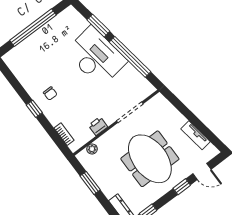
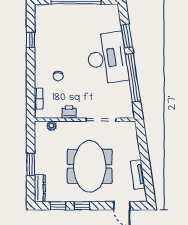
chair: (50, 94) -> (58, 76), moved
window: (34, 109) -> (31, 40), moved
window: (90, 183) -> (31, 165), moved
window: (182, 187) -> (82, 206), moved

